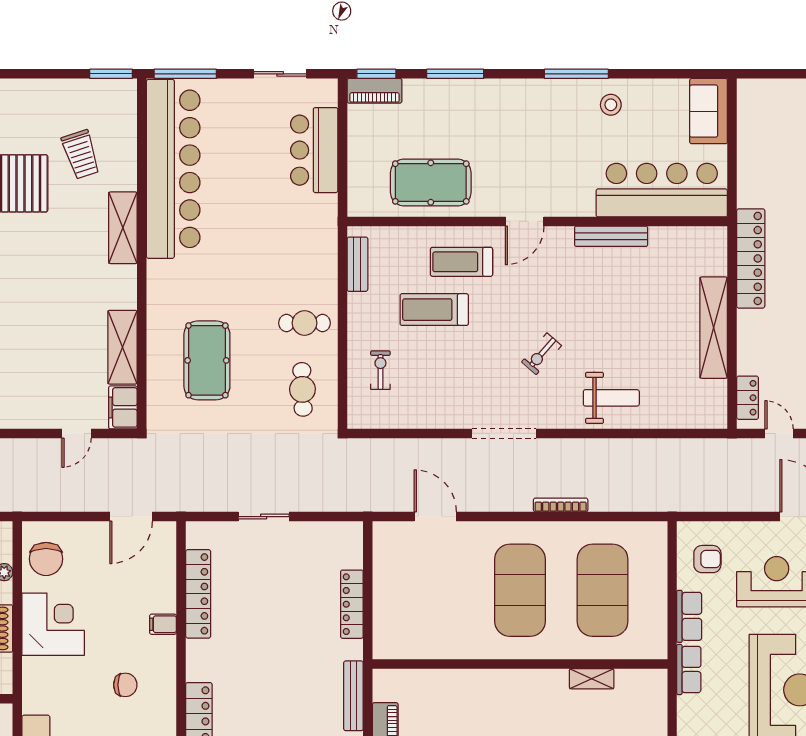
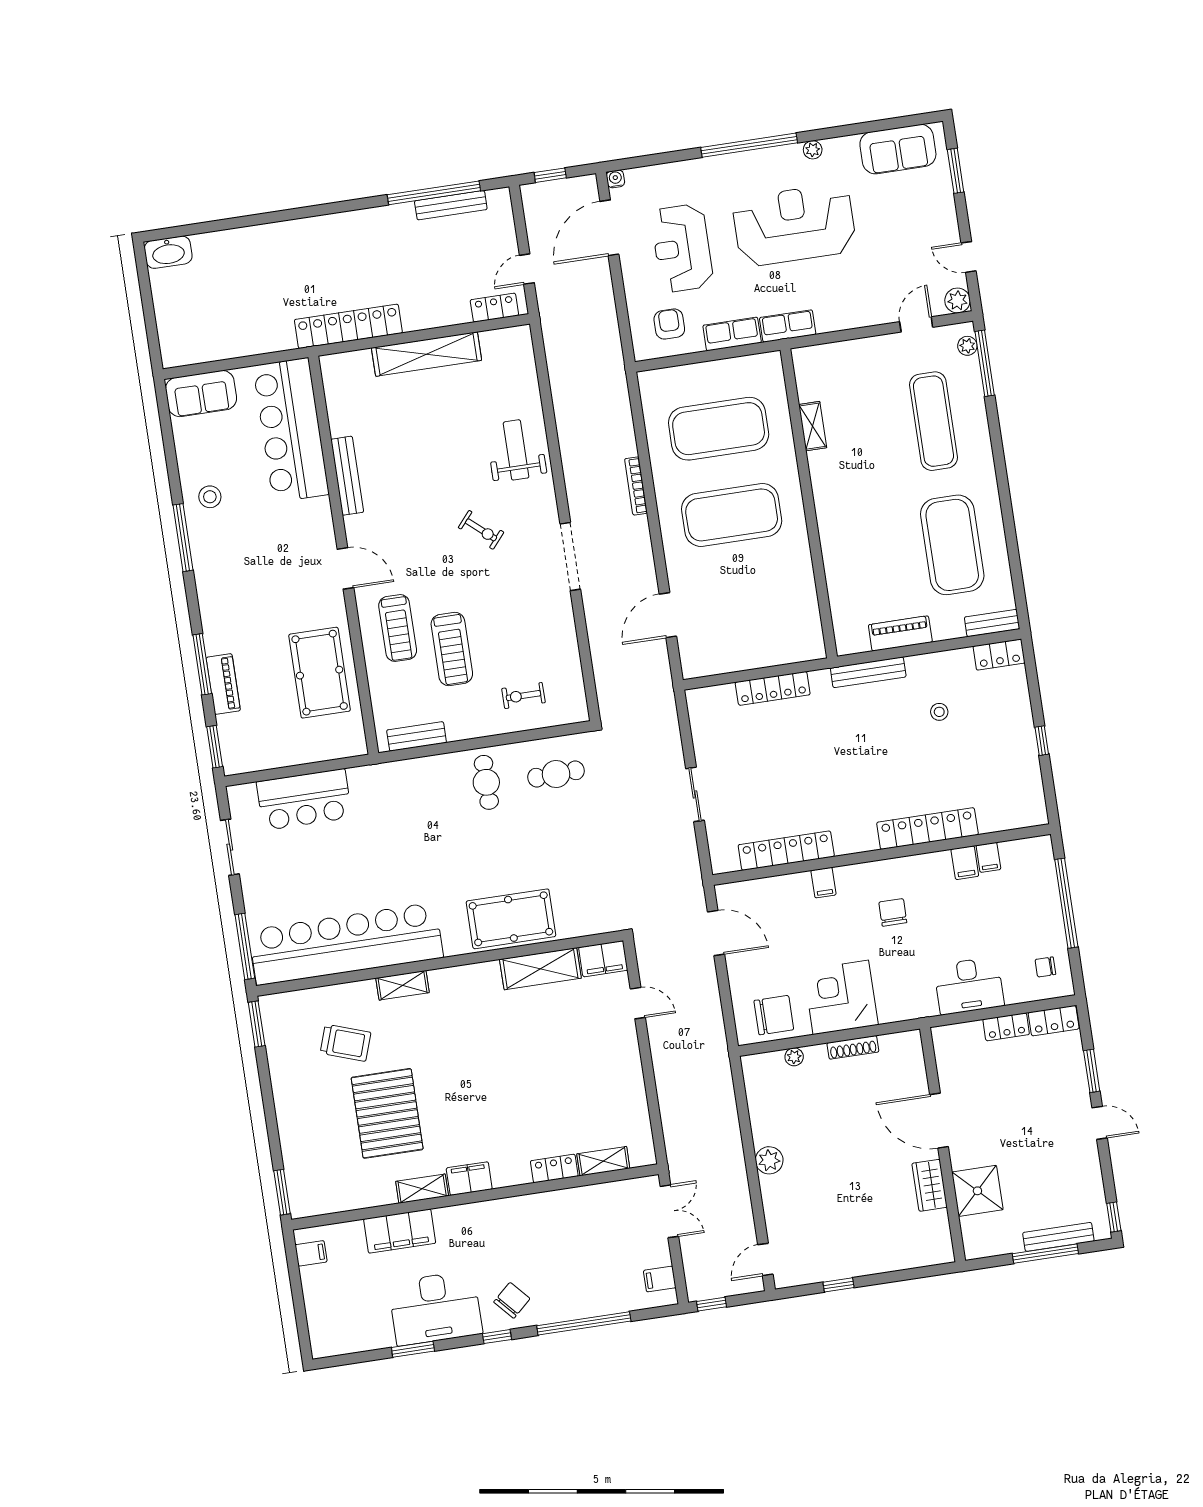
piano: (375, 91) -> (223, 684), moved
trolley: (81, 154) -> (345, 1043), turned 37
shelving: (123, 228) -> (402, 985), width x0.67, depth x0.75
pool table: (207, 360) -> (511, 919), moved

